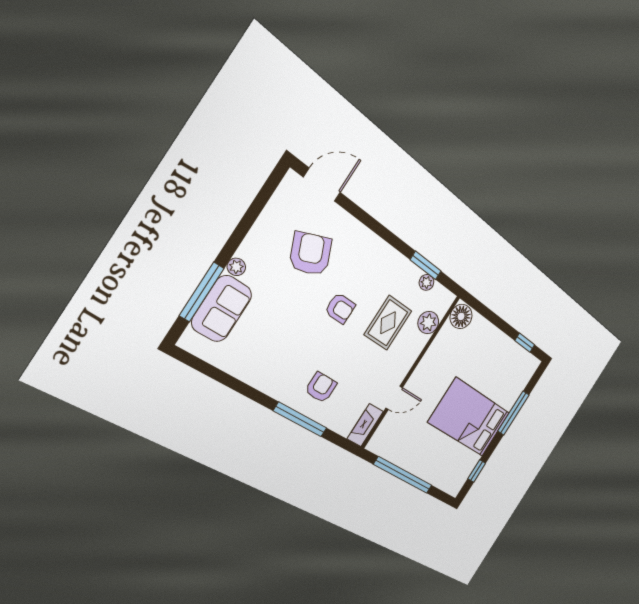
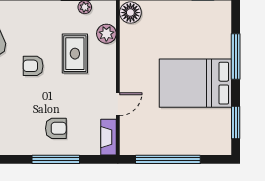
armchair: (340, 308) -> (33, 66), turned 180
armchair: (321, 387) -> (56, 128), turned 90
window: (477, 471) -> (236, 123), width x1.50

